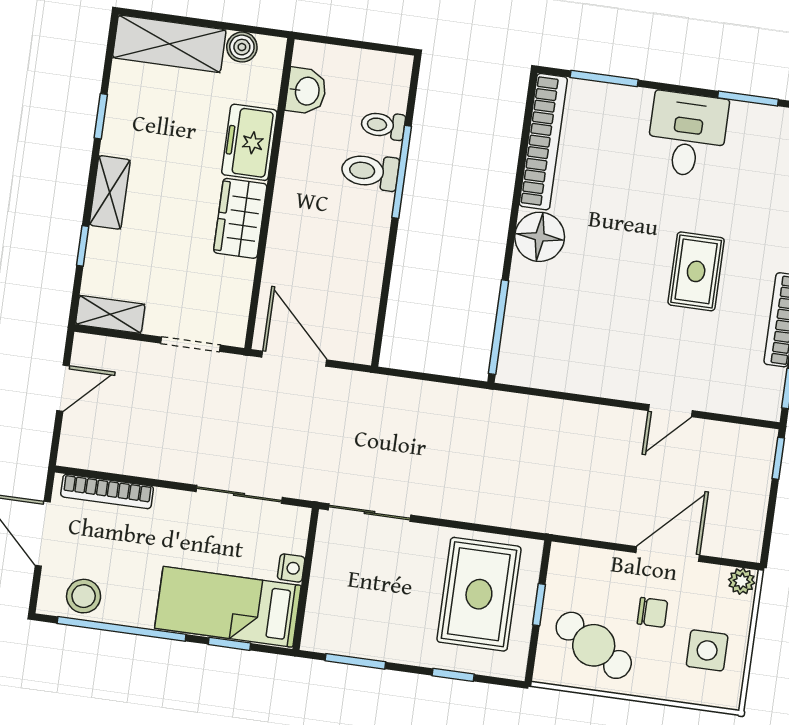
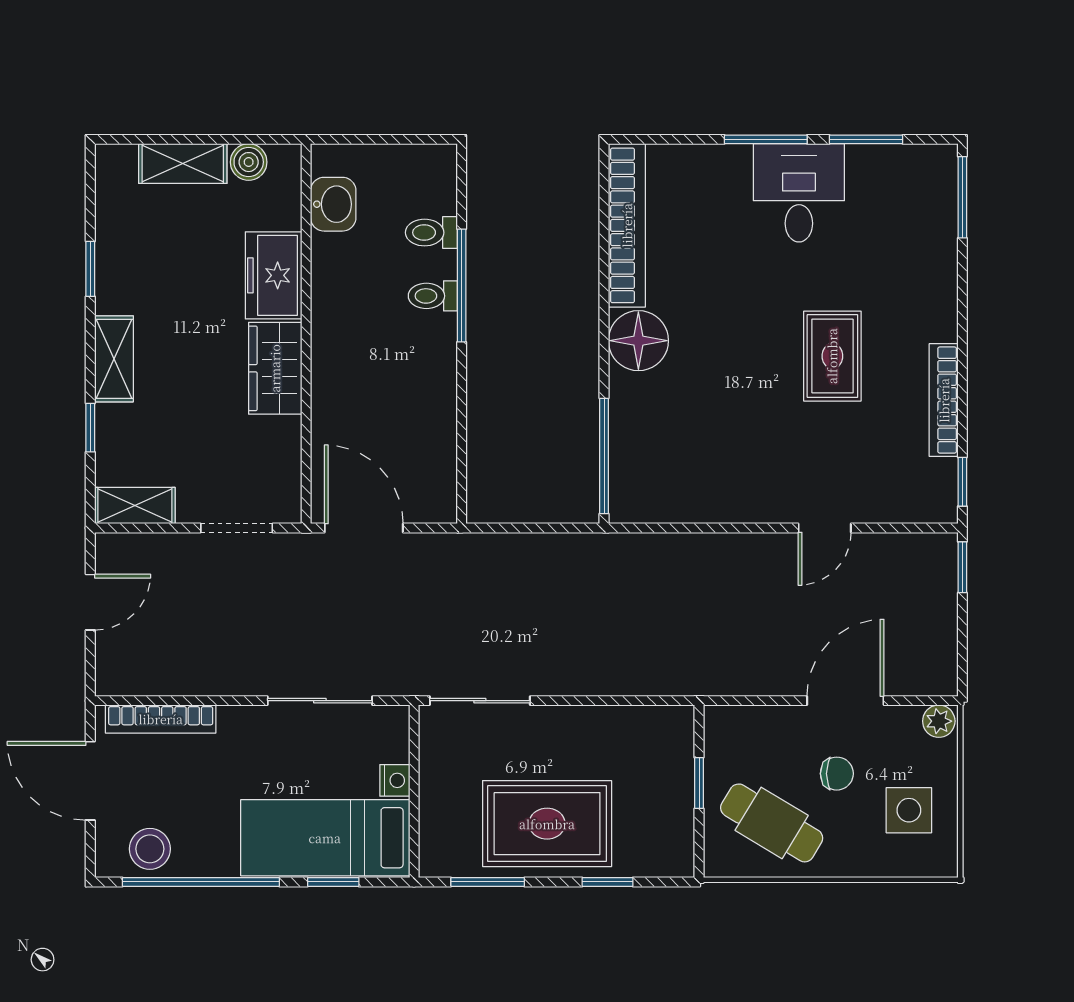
shelving: (169, 44) -> (183, 164), width x0.67, depth x0.75
window: (604, 79) -> (766, 139), moved
toilet: (370, 171) -> (433, 296), width x0.73, depth x0.72
rug: (479, 594) -> (547, 824), moved, turned 90

